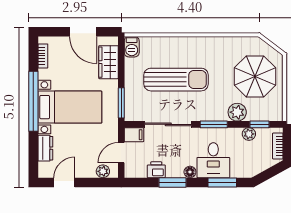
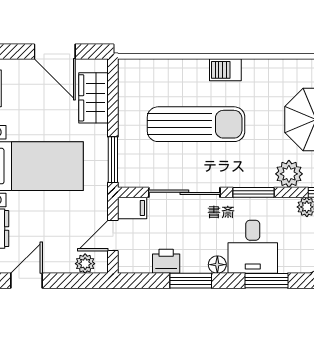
barbecue: (132, 47) -> (225, 70), moved, turned 90

